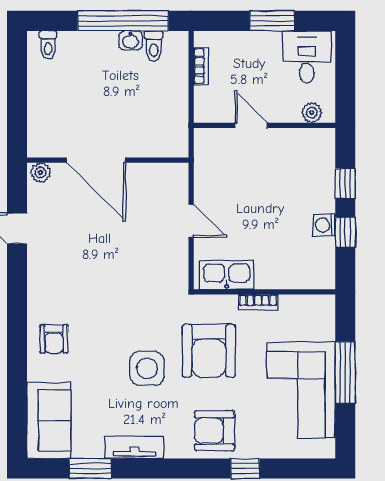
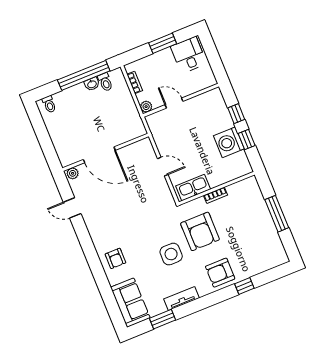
plant: (312, 113) -> (146, 107), moved
washing machine: (324, 225) -> (229, 142), width x1.89, depth x1.89
corner sofa: (301, 390) -> (257, 232), removed

